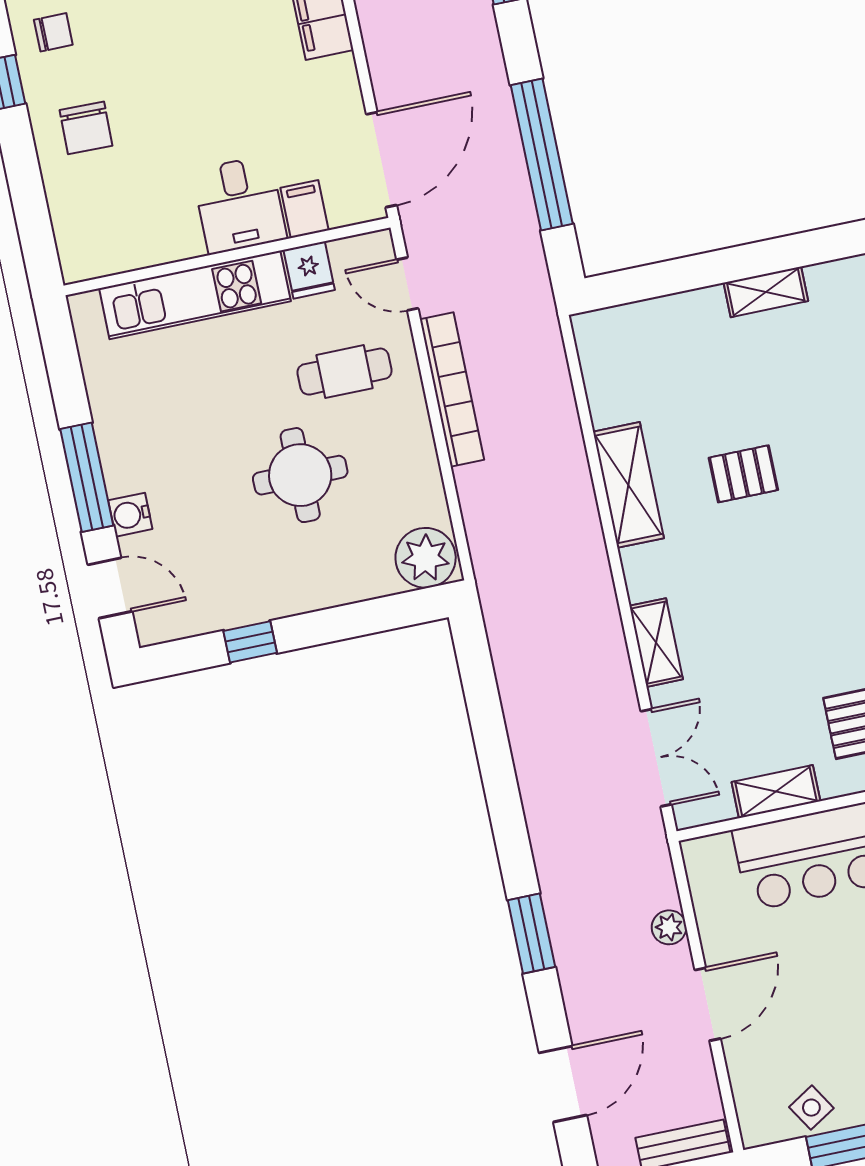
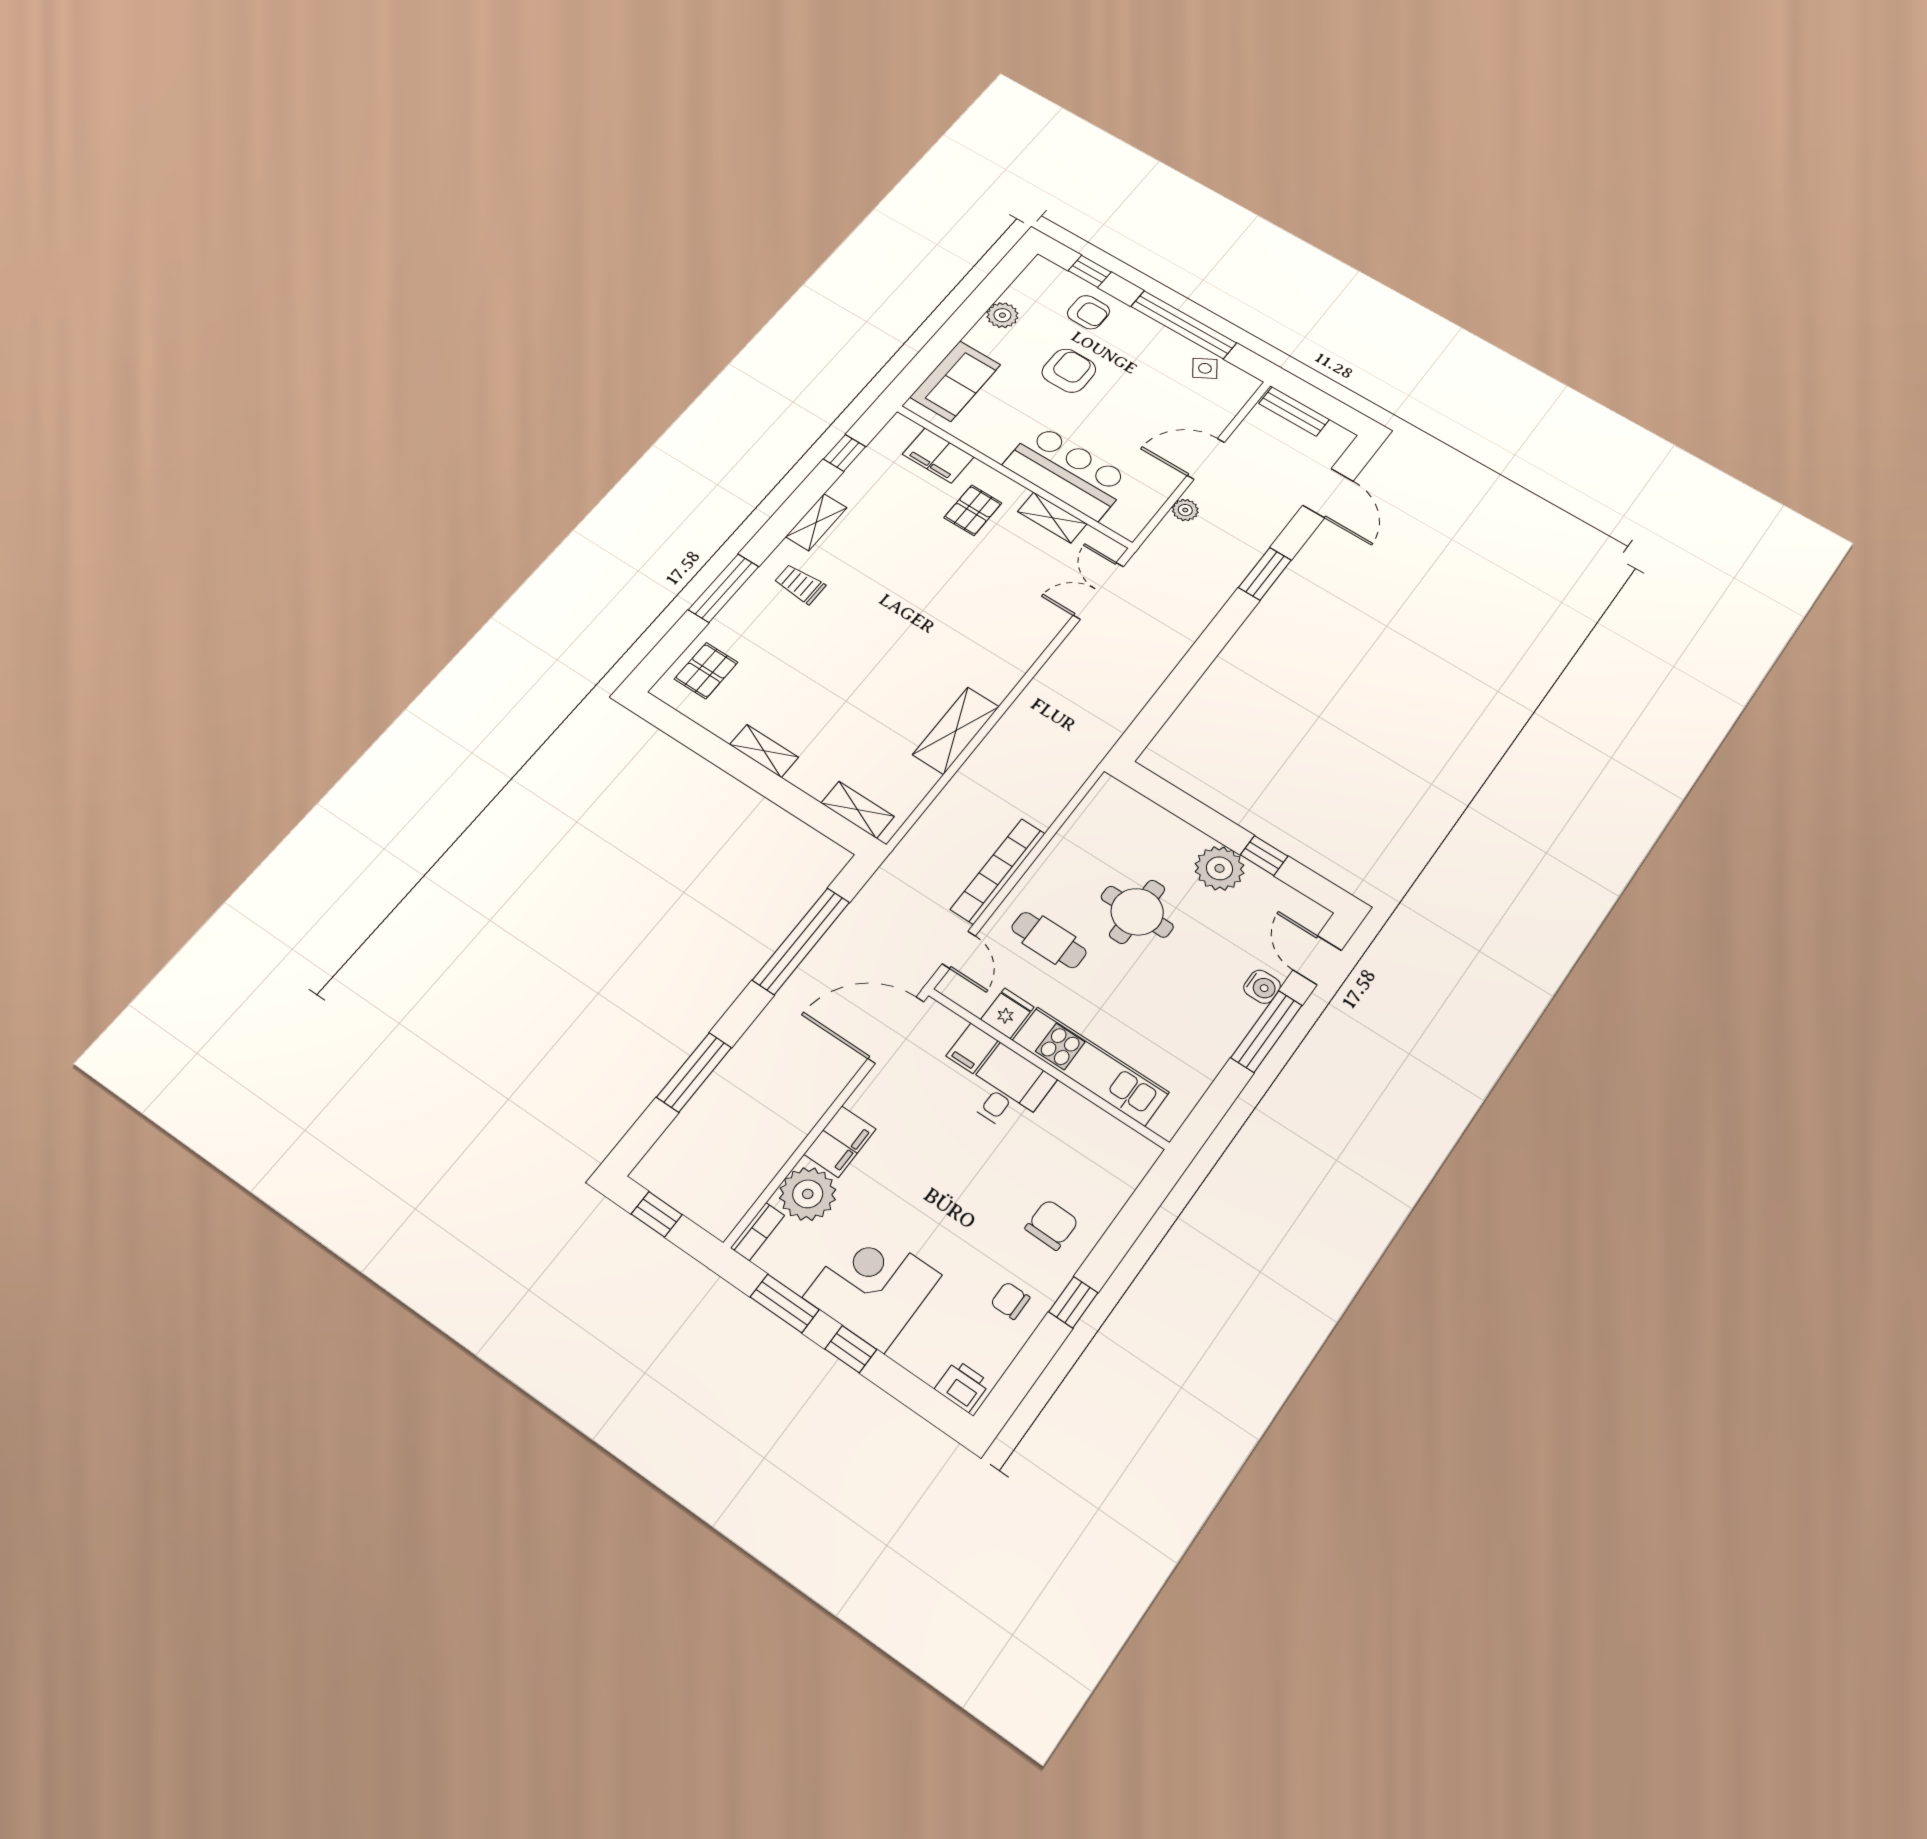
pallet: (743, 474) -> (886, 676), removed
plant: (426, 558) -> (1220, 868), moved
shelving: (656, 643) -> (858, 810), moved, turned 90
door: (563, 1084) -> (1328, 493), swing flipped

